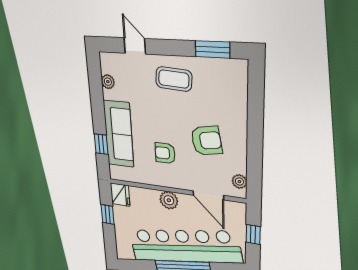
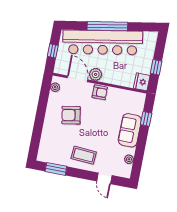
sofa: (119, 134) -> (130, 130), width x0.73
armchair: (165, 153) -> (100, 92), moved
plant: (169, 200) -> (96, 74), moved

